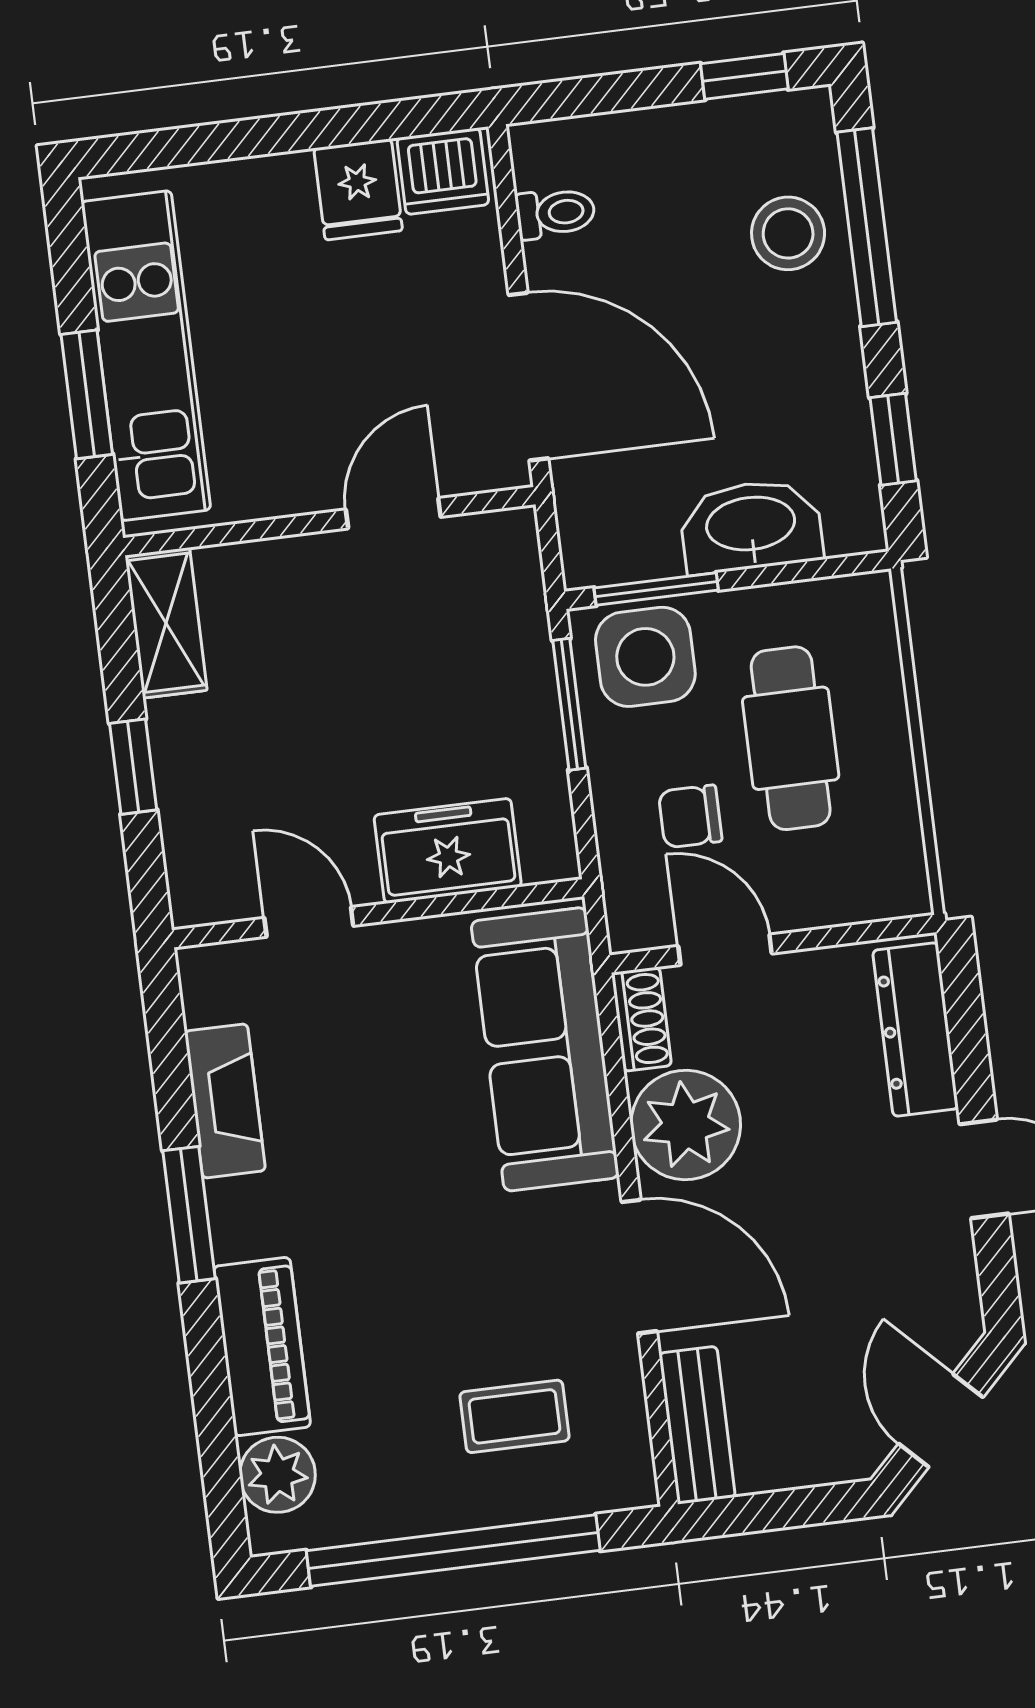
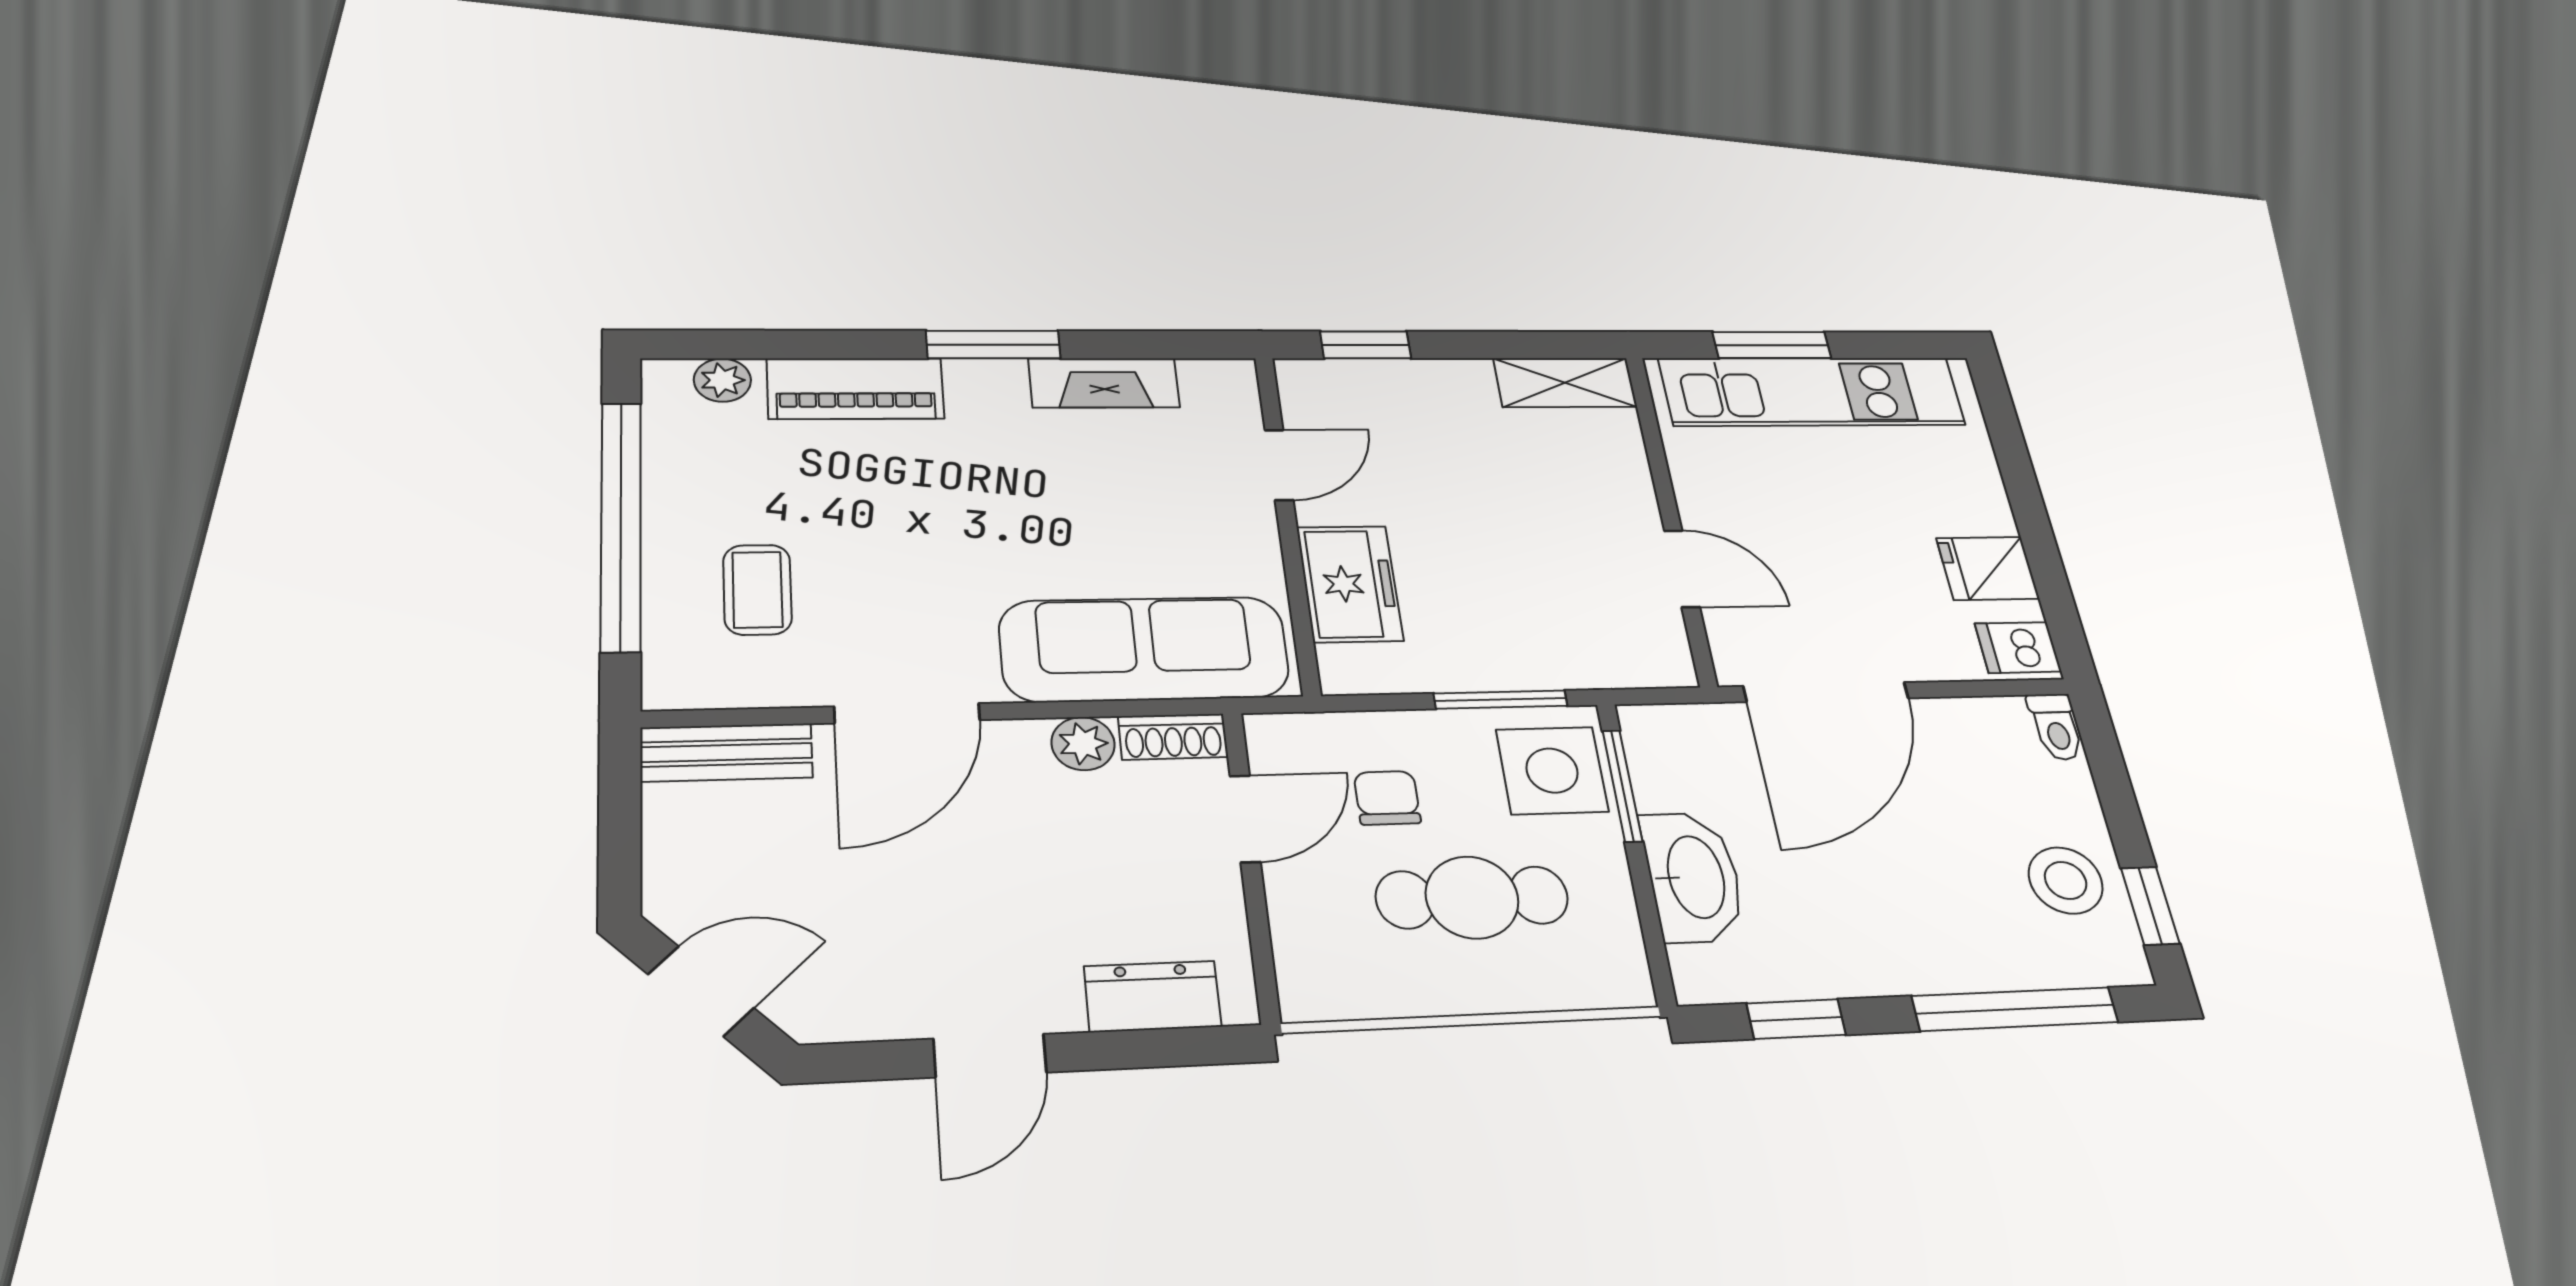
dishwasher: (443, 171) -> (2018, 647), width x0.73
toilet: (555, 213) -> (2056, 727), moved
stool: (788, 233) -> (2066, 880), moved
window: (133, 767) -> (1366, 345), moved
dresser: (916, 1029) -> (1153, 996), width x0.70
plant: (686, 1125) -> (1083, 744), width x0.53, depth x0.53
plant: (278, 1475) -> (722, 380), width x0.73, depth x0.73

